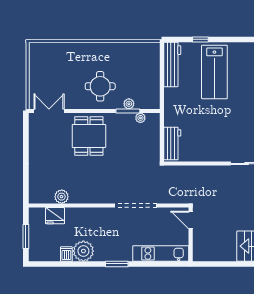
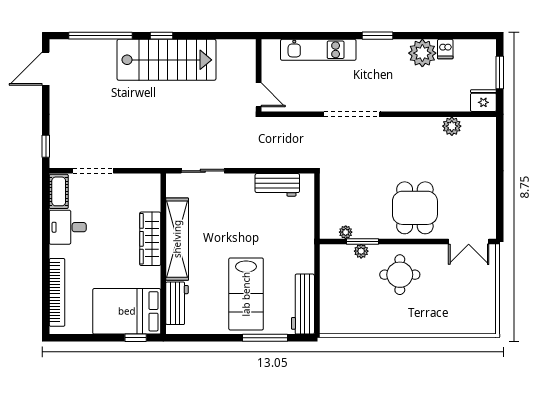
window: (200, 39) -> (265, 338), width x2.17
lab bench: (214, 72) -> (246, 294), turned 180
workbench: (172, 143) -> (277, 185), moved, turned -90
fridge: (55, 216) -> (483, 101), moved
door: (191, 220) -> (259, 95), moved
wall: (191, 234) -> (259, 75), moved

